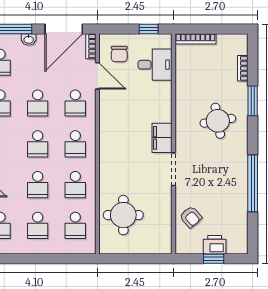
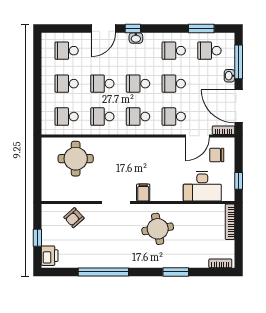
desk: (155, 65) -> (202, 186), width x1.37
bookcase: (243, 68) -> (220, 263), moved
round table: (218, 121) -> (158, 229), moved
filing cabinet: (162, 138) -> (143, 193), width x0.50
printer: (215, 245) -> (50, 256), moved

